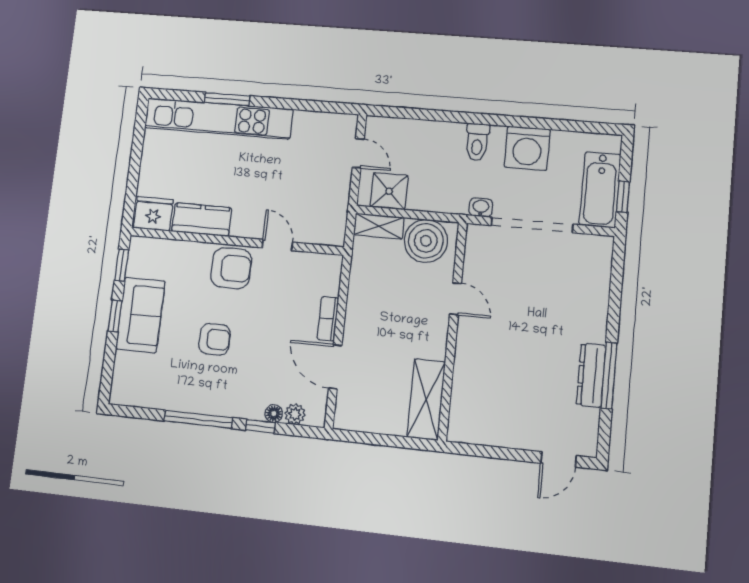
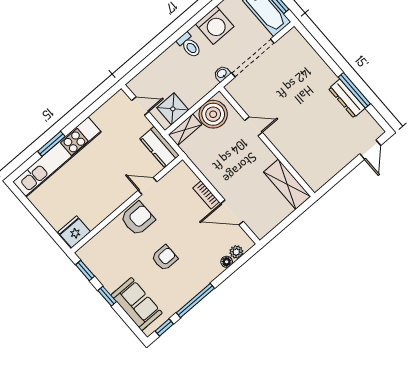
kitchen counter: (202, 220) -> (160, 147), moved, turned -90
sofa: (140, 315) -> (136, 304), moved
window: (261, 426) -> (164, 327), moved

